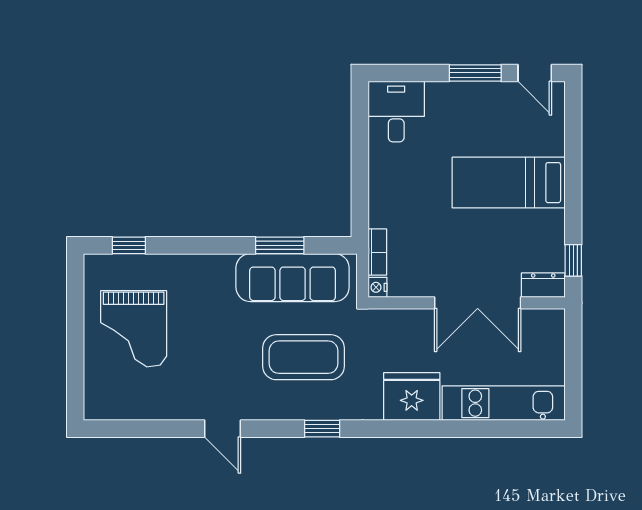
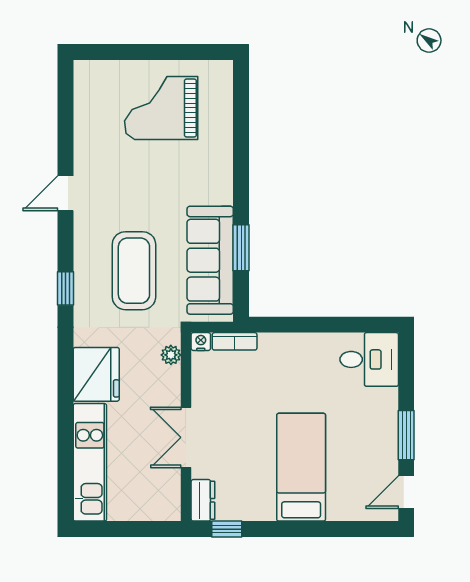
window: (129, 245) -> (241, 103), removed
double door: (478, 303) -> (186, 437), width x0.73
plant: (391, 318) -> (171, 355), added

